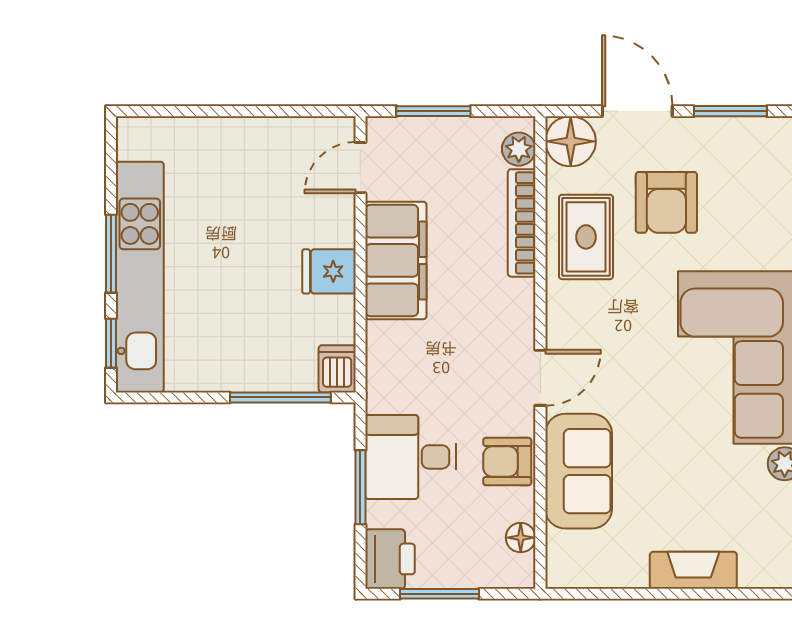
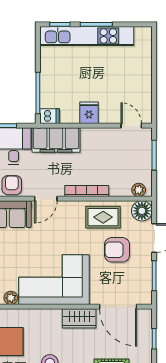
bookcase: (522, 223) -> (87, 191), moved
filing cabinet: (396, 260) -> (56, 140), moved
door: (540, 378) -> (46, 199), hinge flipped

